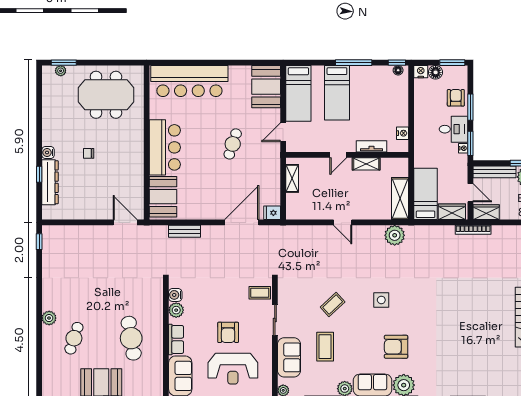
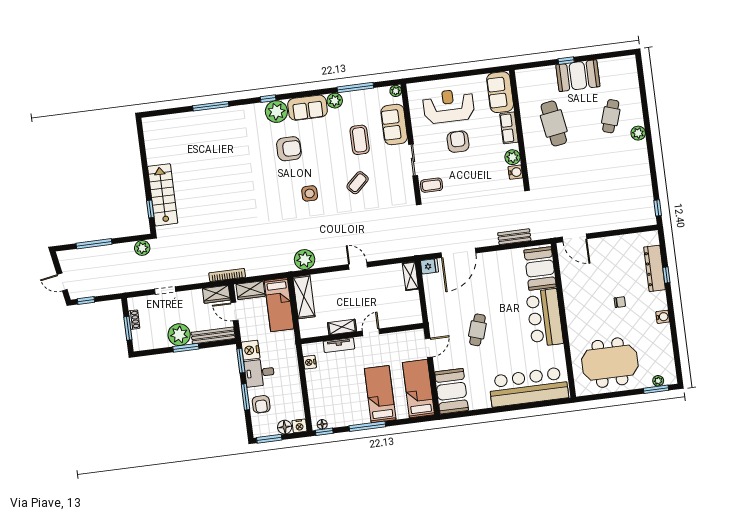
nightstand: (463, 148) -> (251, 350), width x1.89, depth x1.79
water cooler: (48, 153) -> (663, 317), moved
shelving: (292, 178) -> (410, 276), moved

